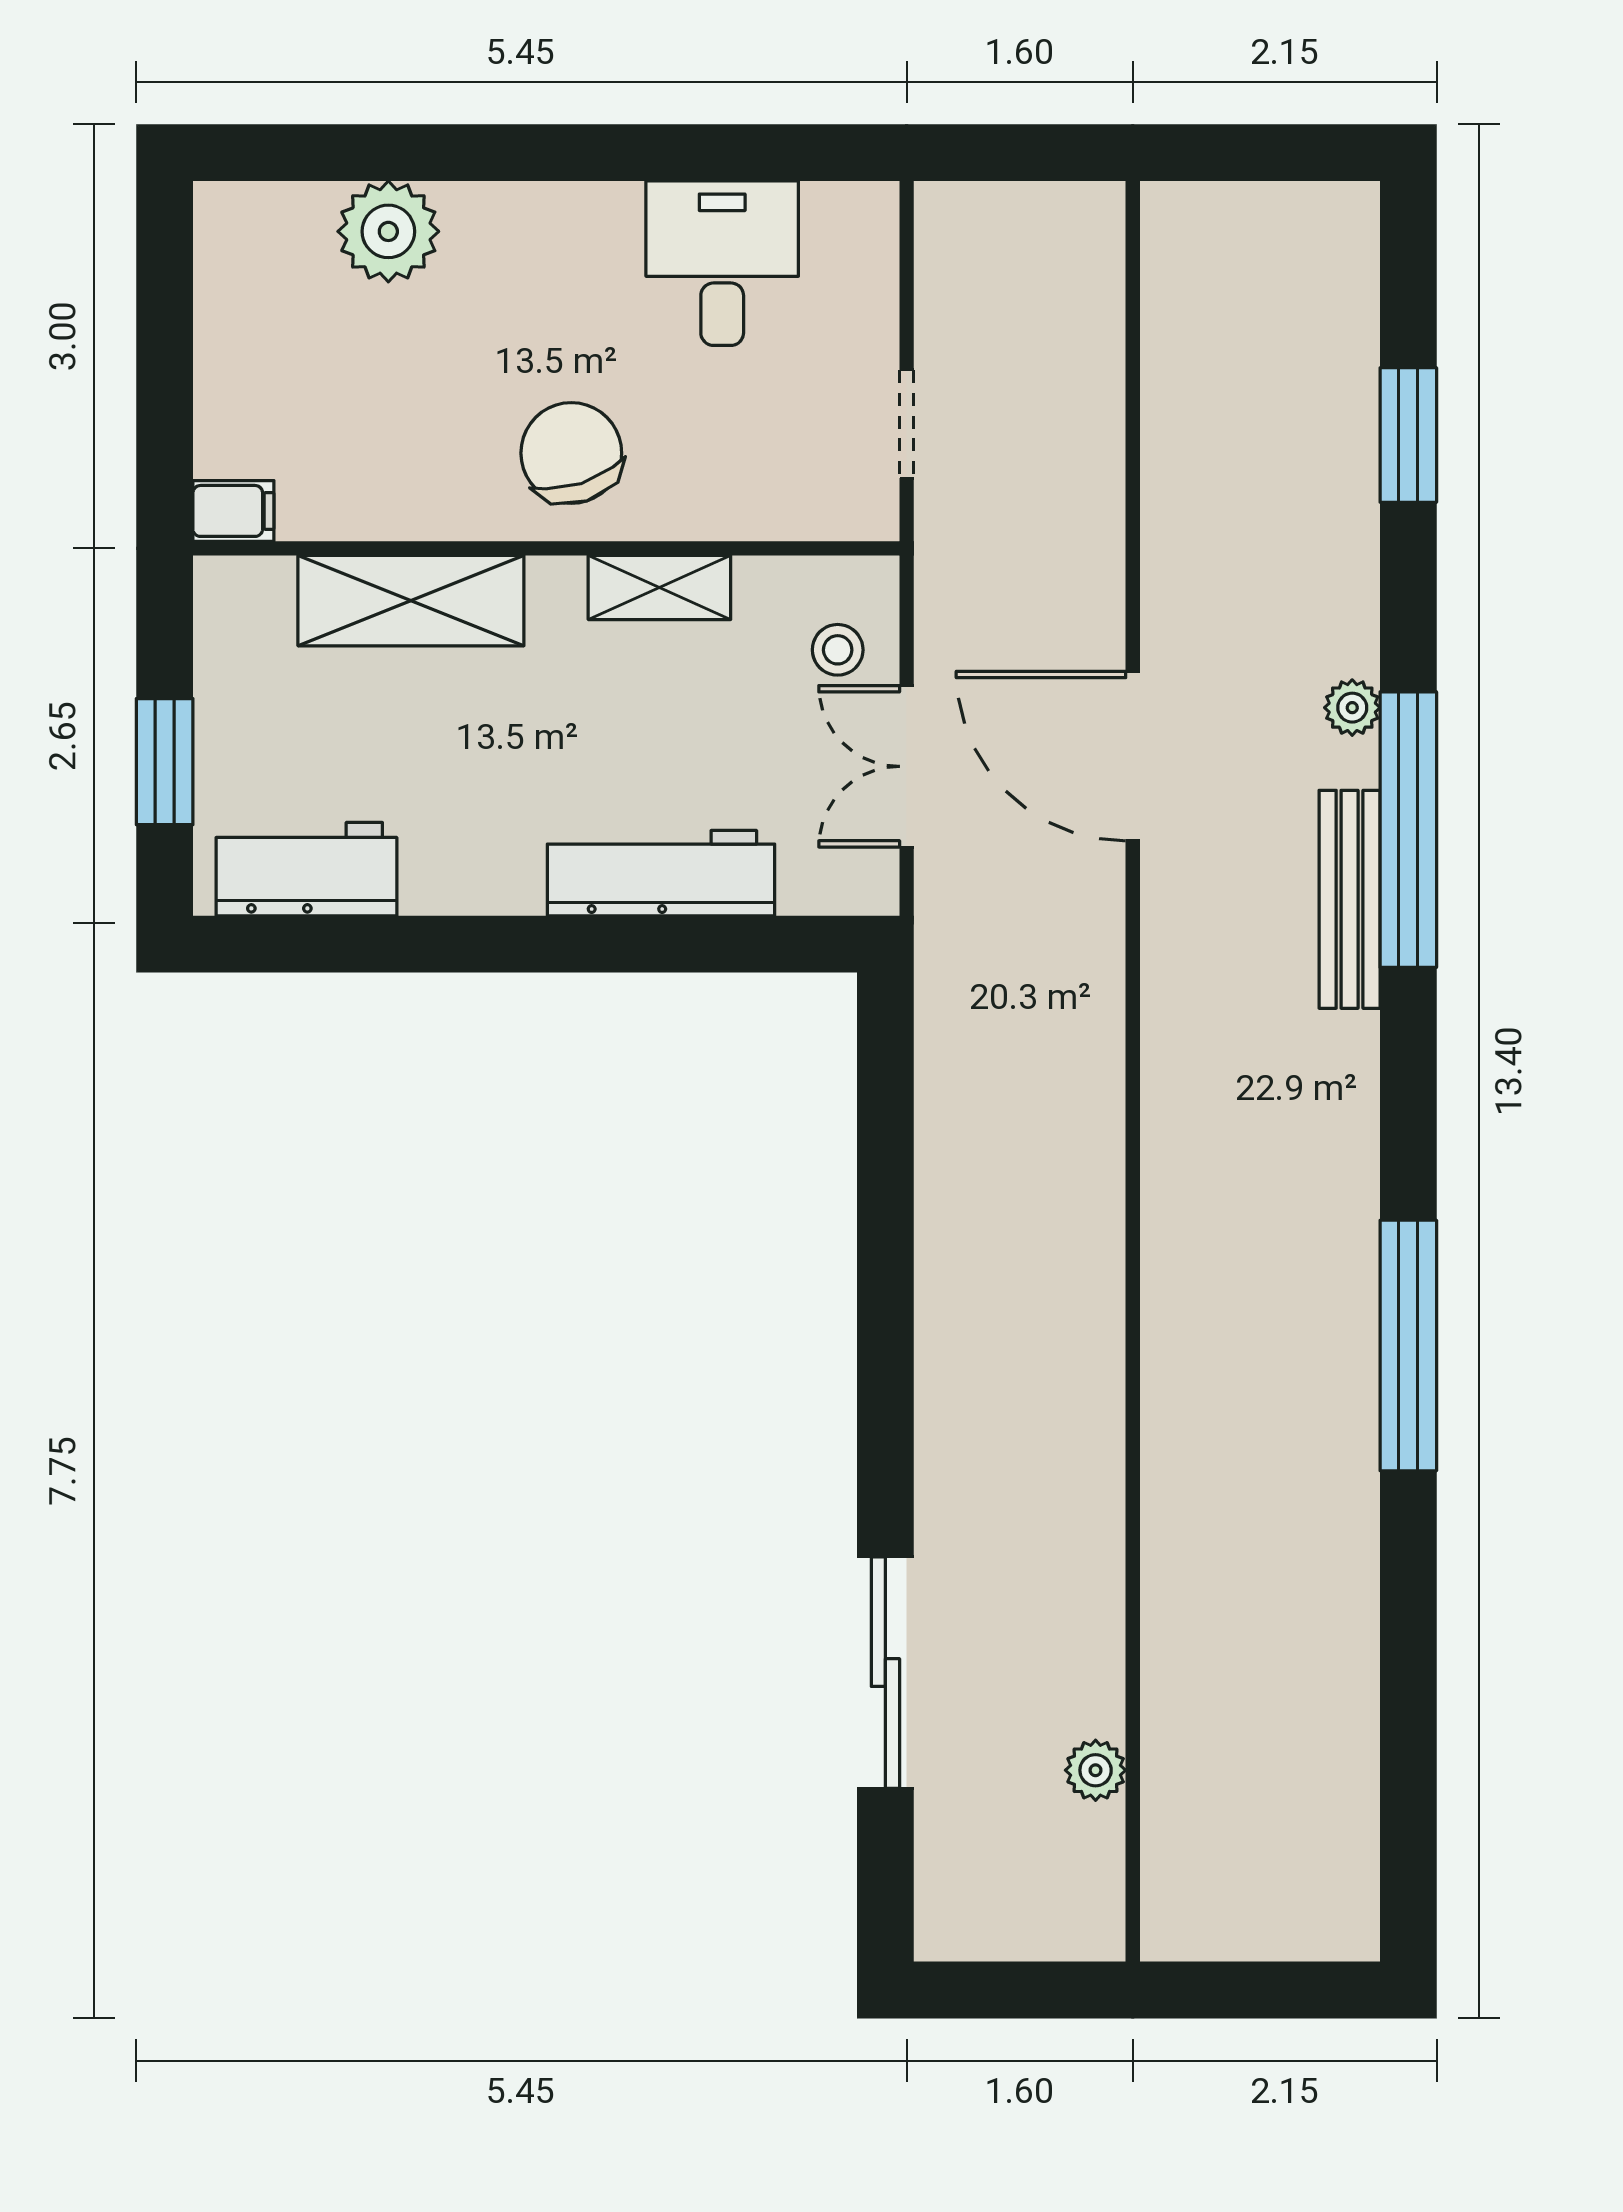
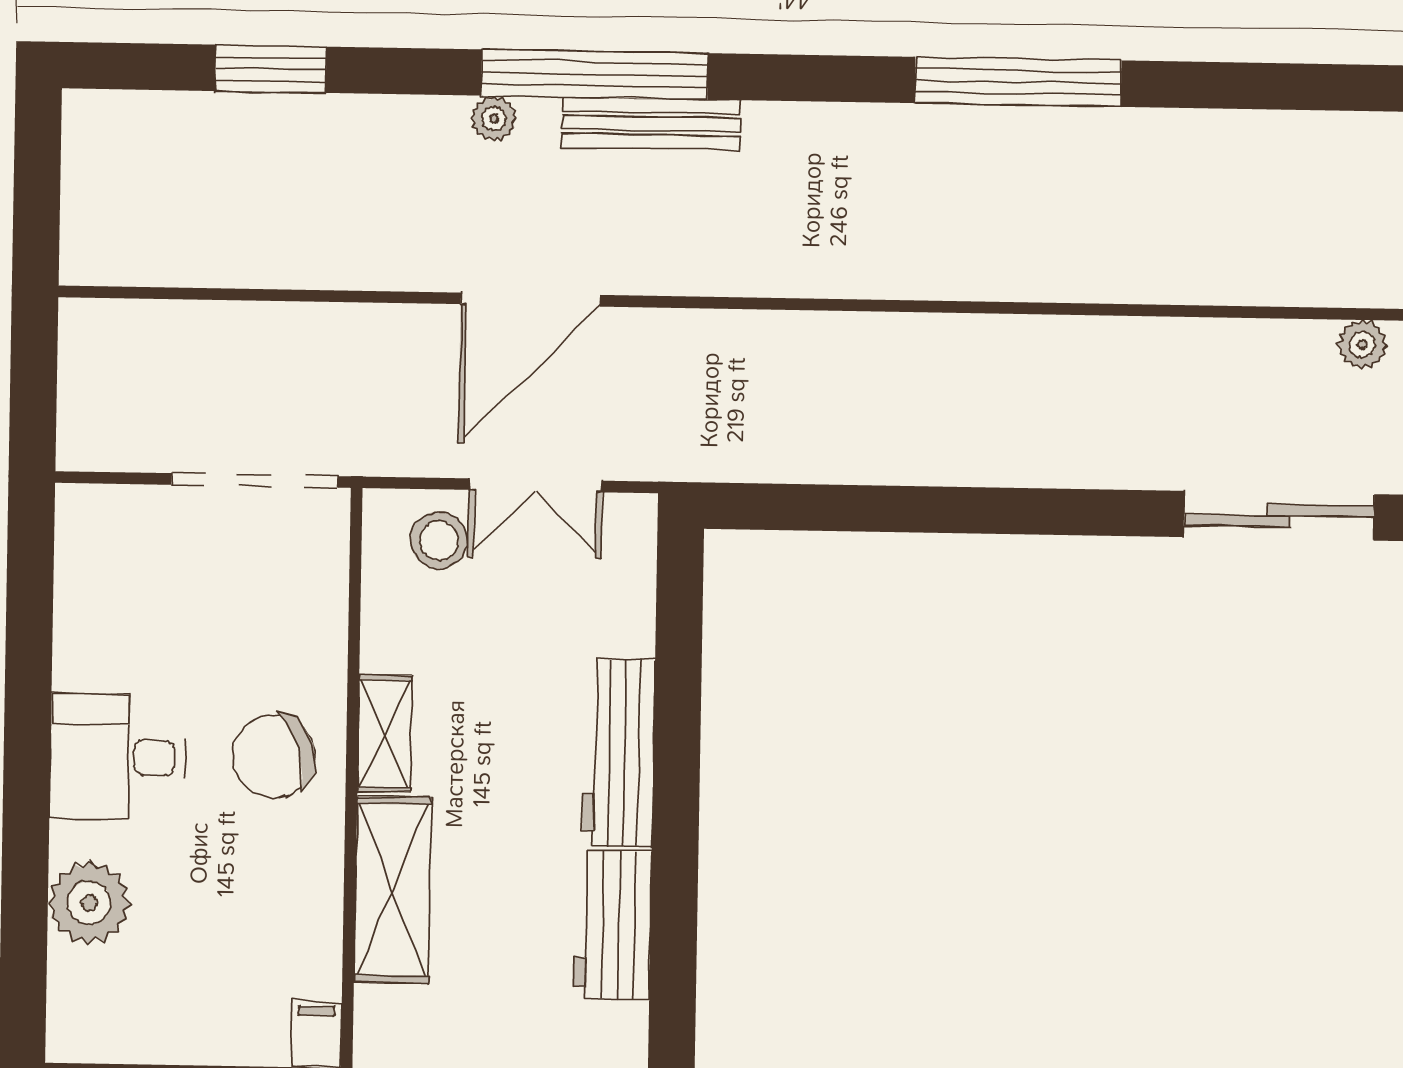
desk: (722, 263) -> (118, 757), moved
doorway: (907, 424) -> (255, 480), width x1.87
shelving: (659, 588) -> (384, 734), moved
stool: (838, 650) -> (439, 540), width x1.37, depth x1.37
workbench: (306, 869) -> (612, 925), moved
workbench: (661, 873) -> (619, 753), moved

